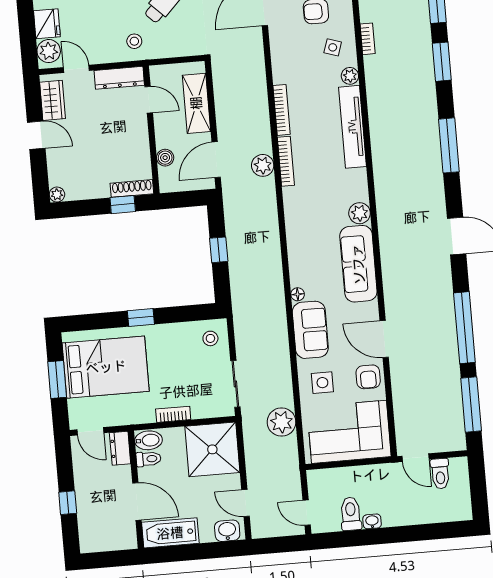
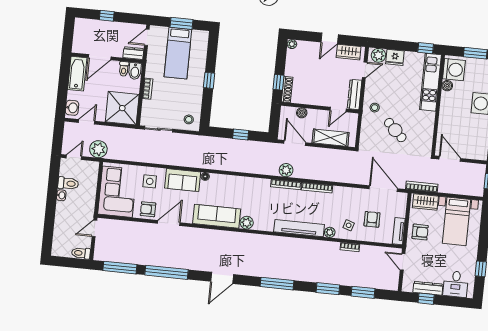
bed: (106, 367) -> (178, 53), width x0.67
plant: (282, 422) -> (98, 149), moved
toilet: (440, 474) -> (81, 253), moved

